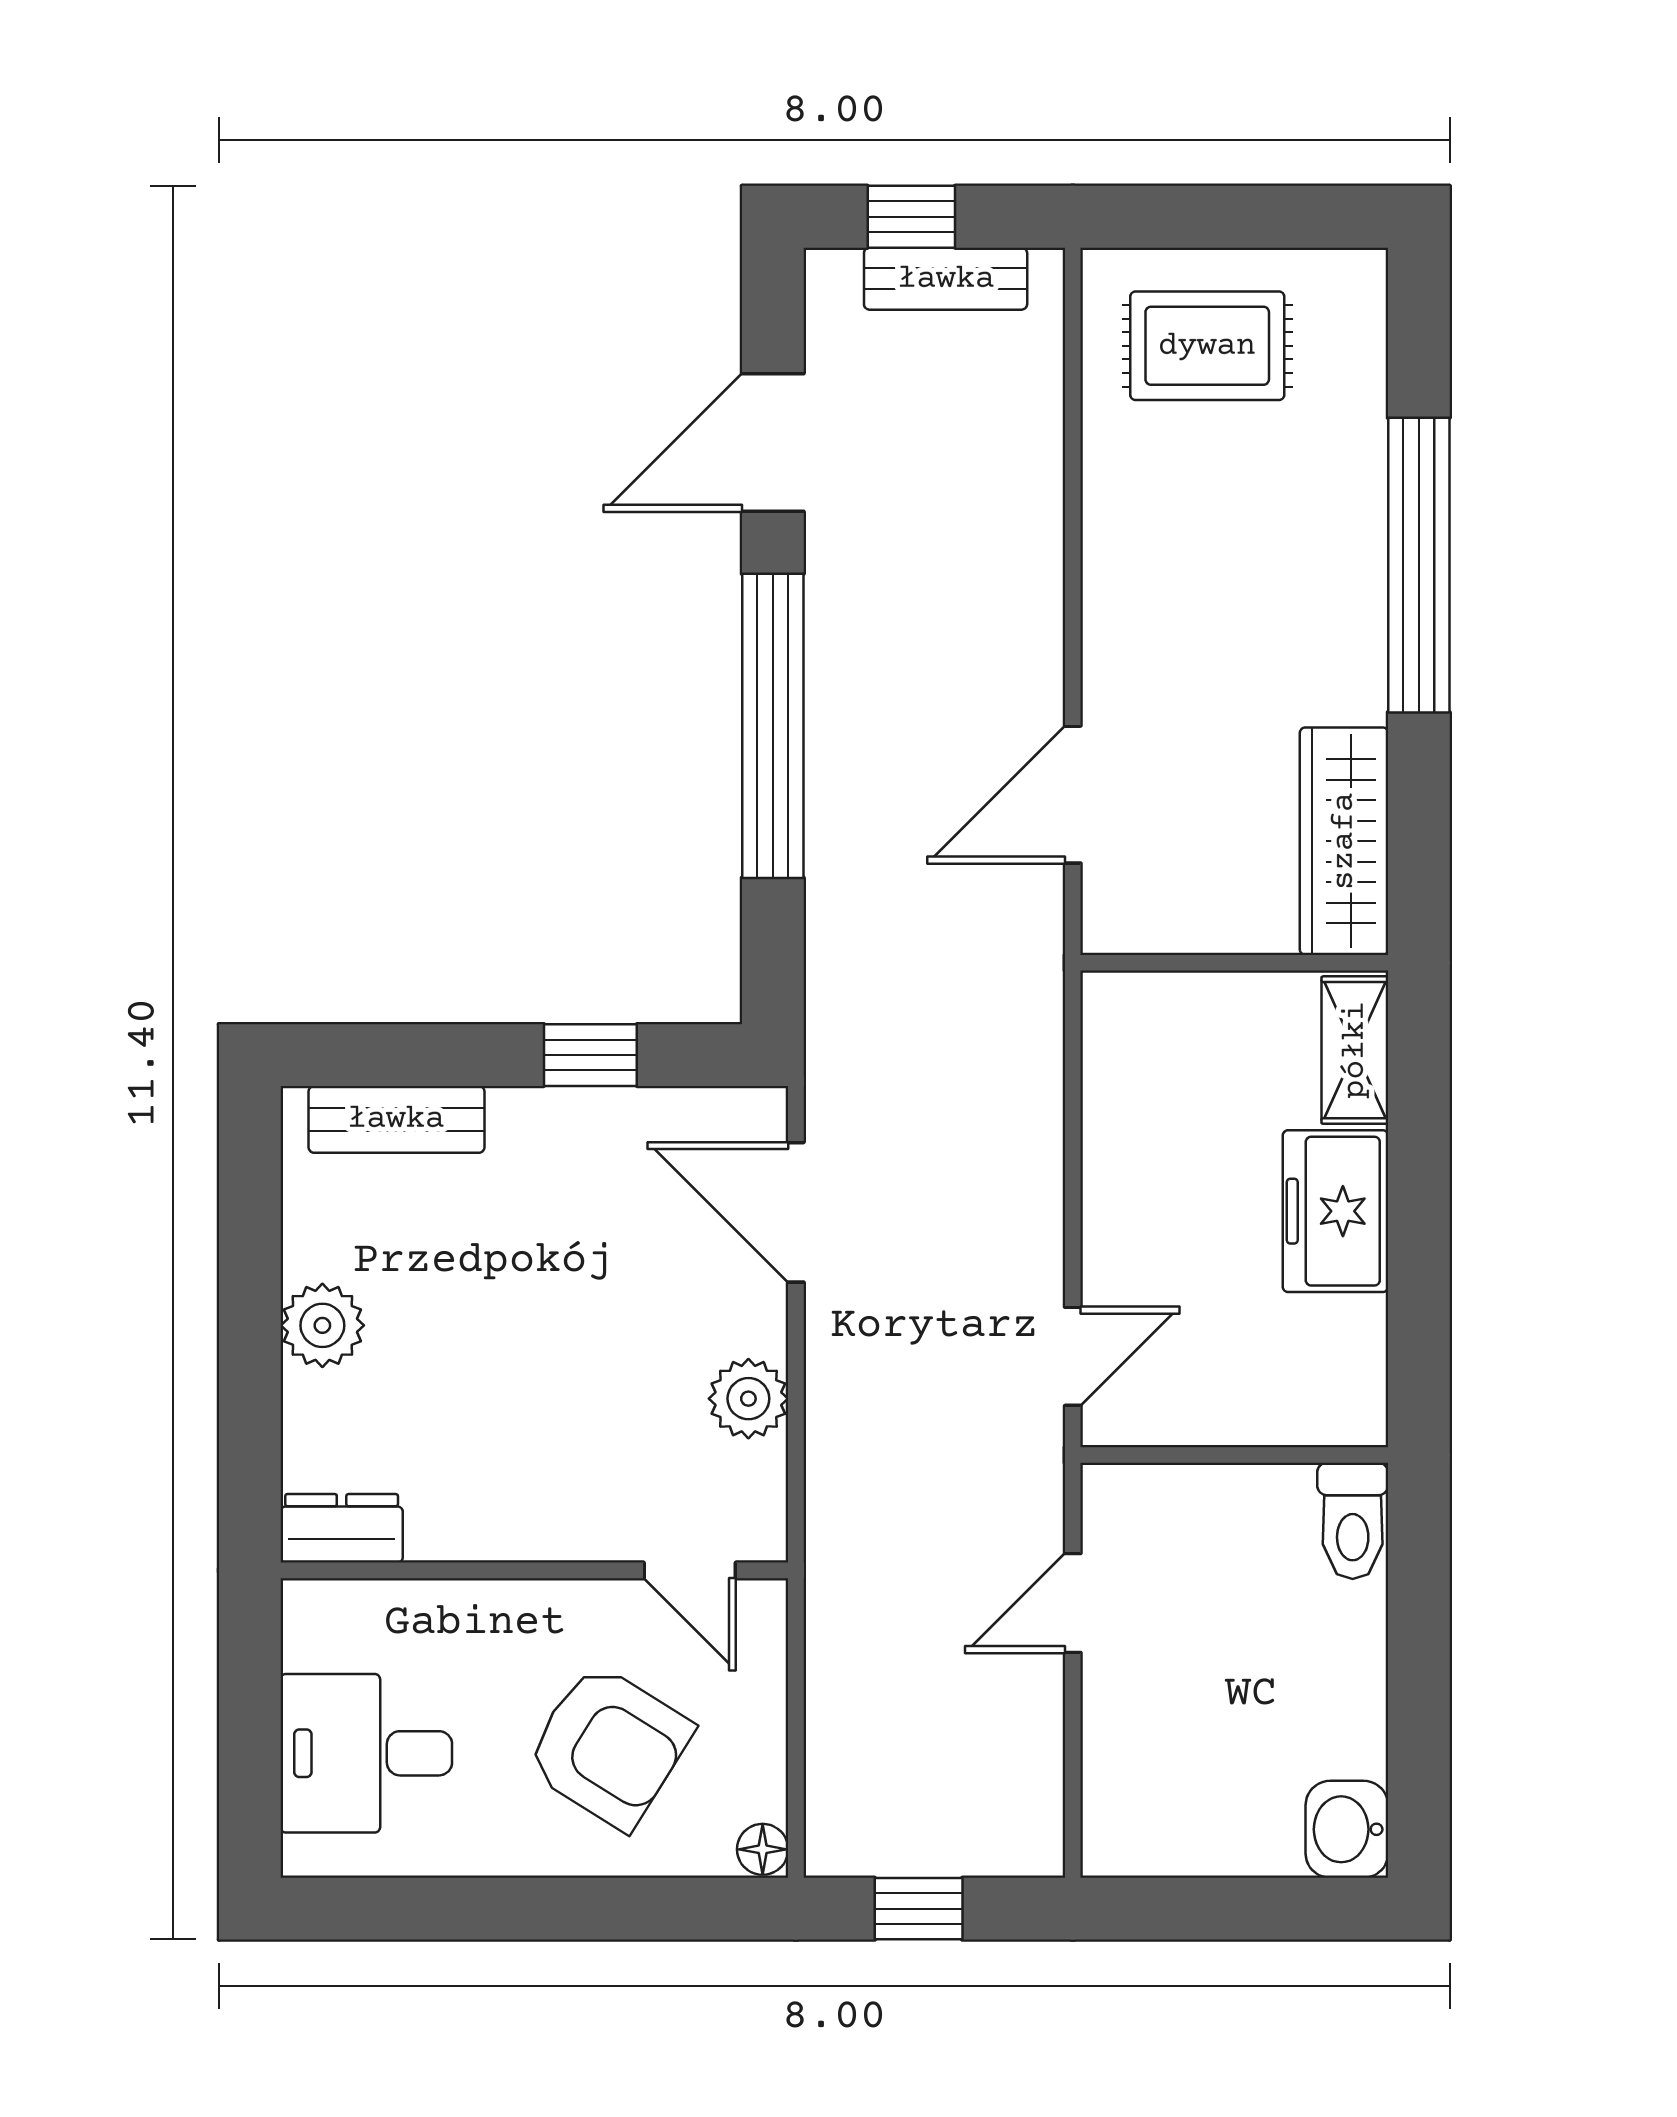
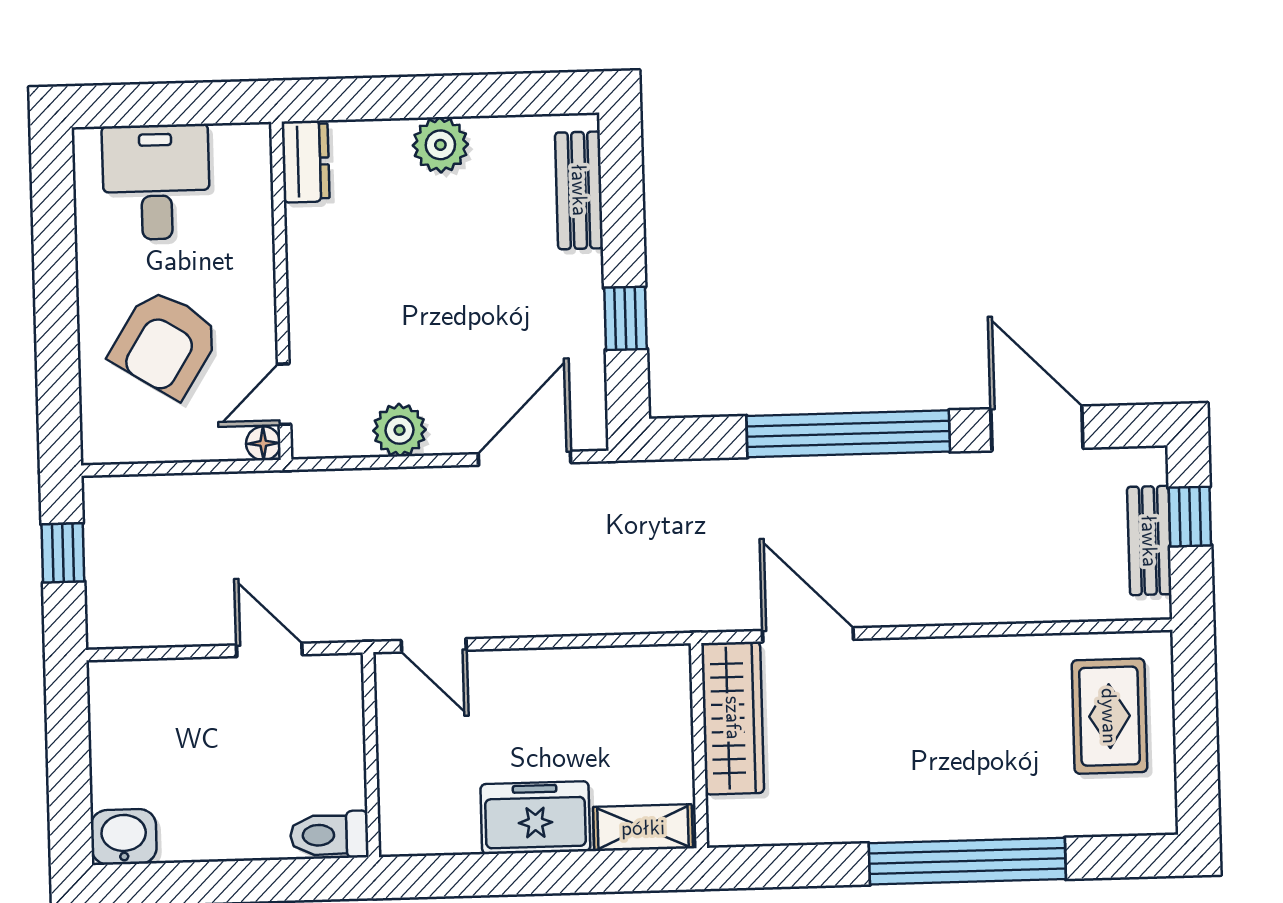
wardrobe: (1344, 841) -> (733, 718), moved, turned 90
floor lamp: (763, 1849) -> (263, 443), moved

